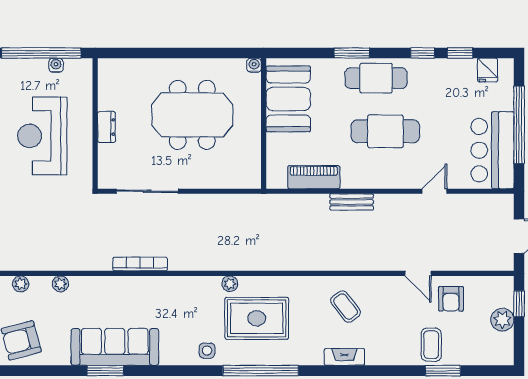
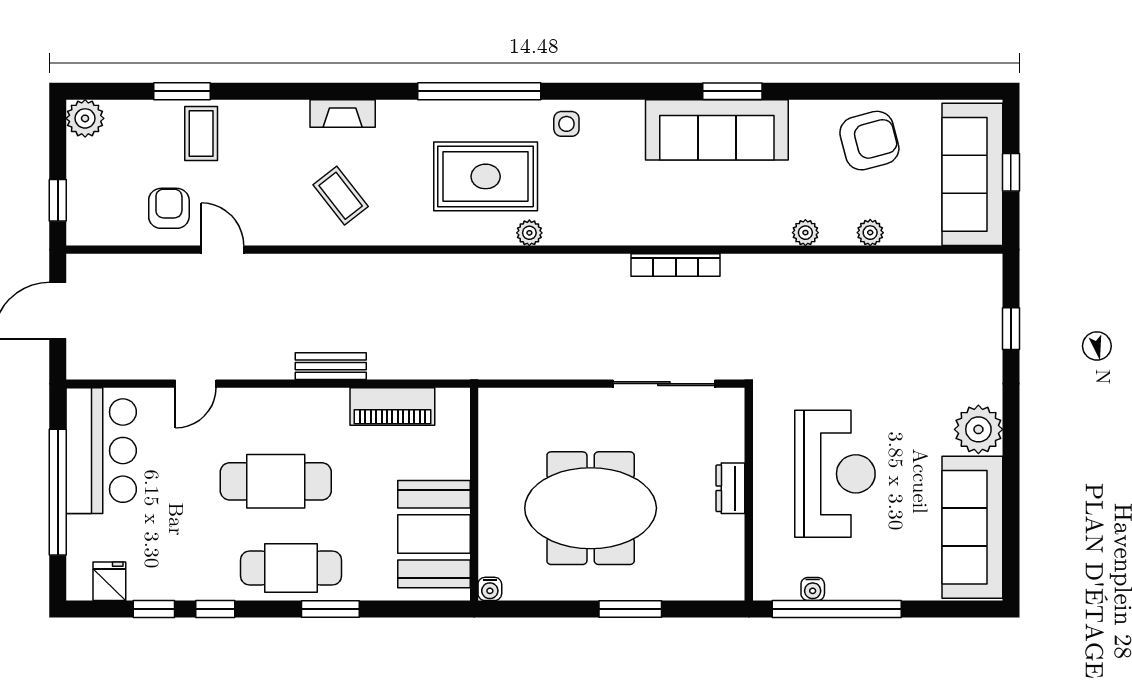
window: (168, 53) -> (630, 609), added
plant: (502, 320) -> (85, 118), moved

